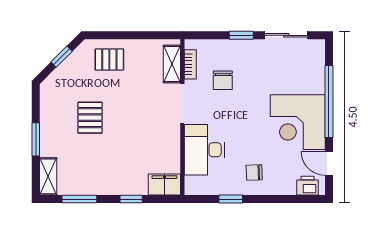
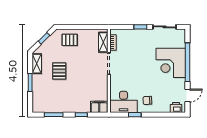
chair: (223, 80) -> (130, 51), removed
corner desk: (298, 122) -> (171, 63), moved
desk: (204, 150) -> (123, 102), moved, turned -90
door: (329, 163) -> (187, 96), swing flipped
shelving: (48, 176) -> (37, 64), moved

